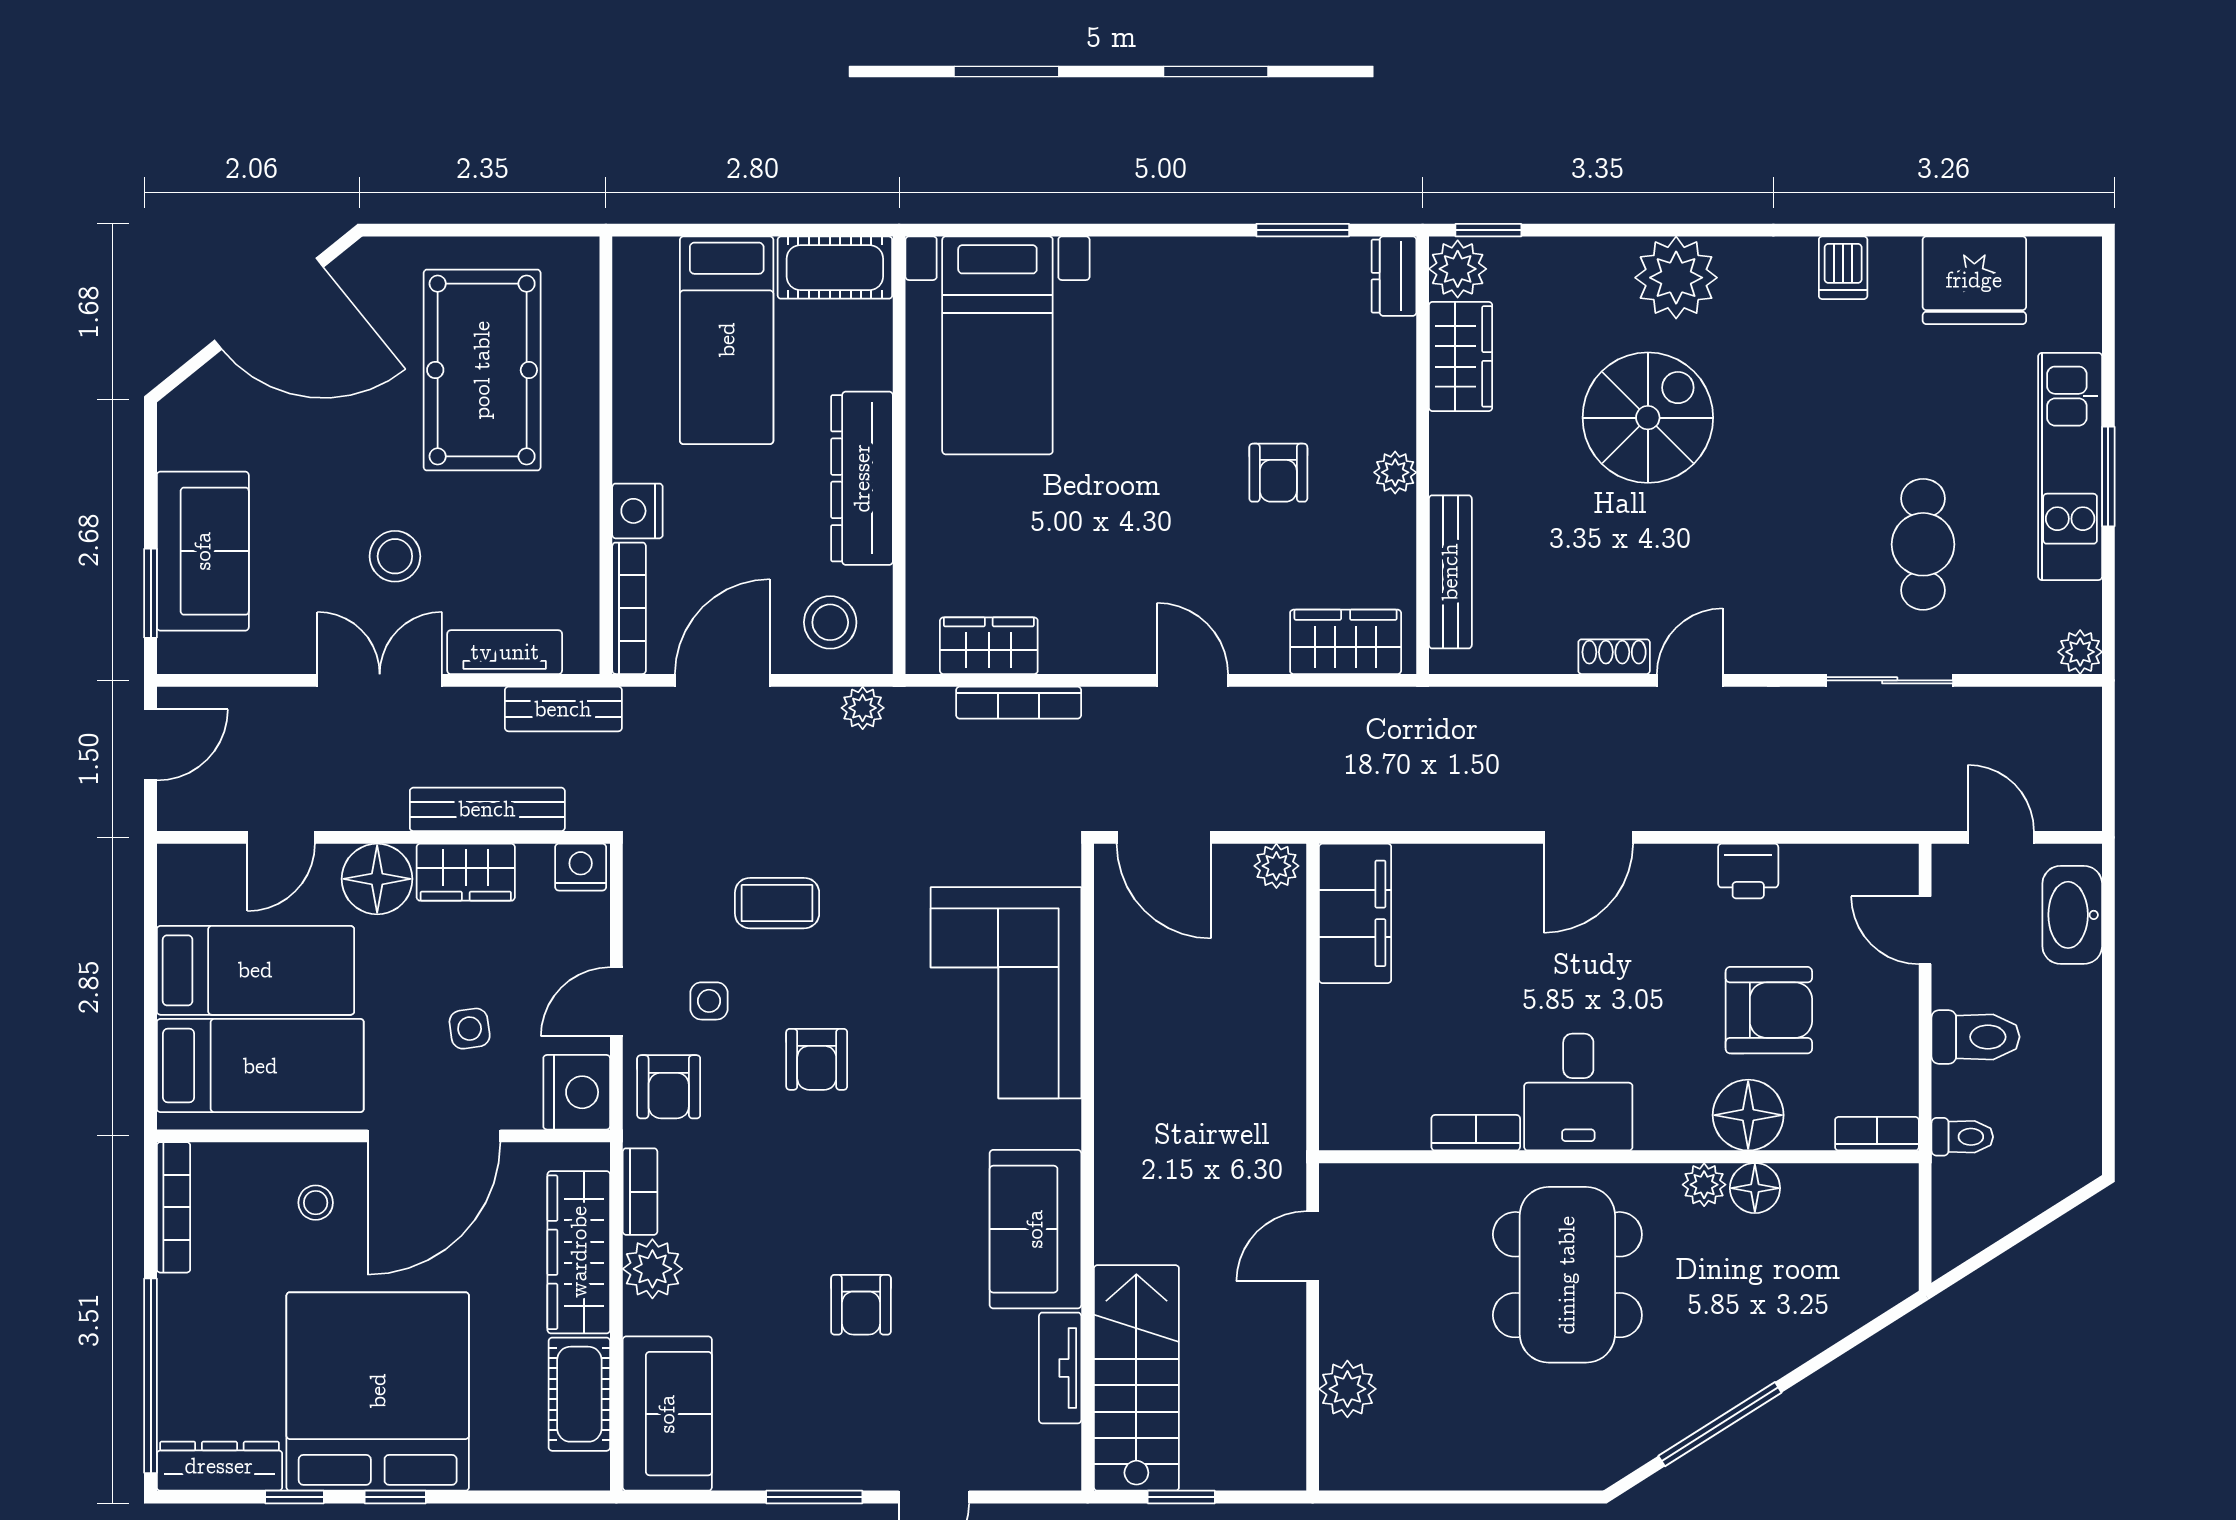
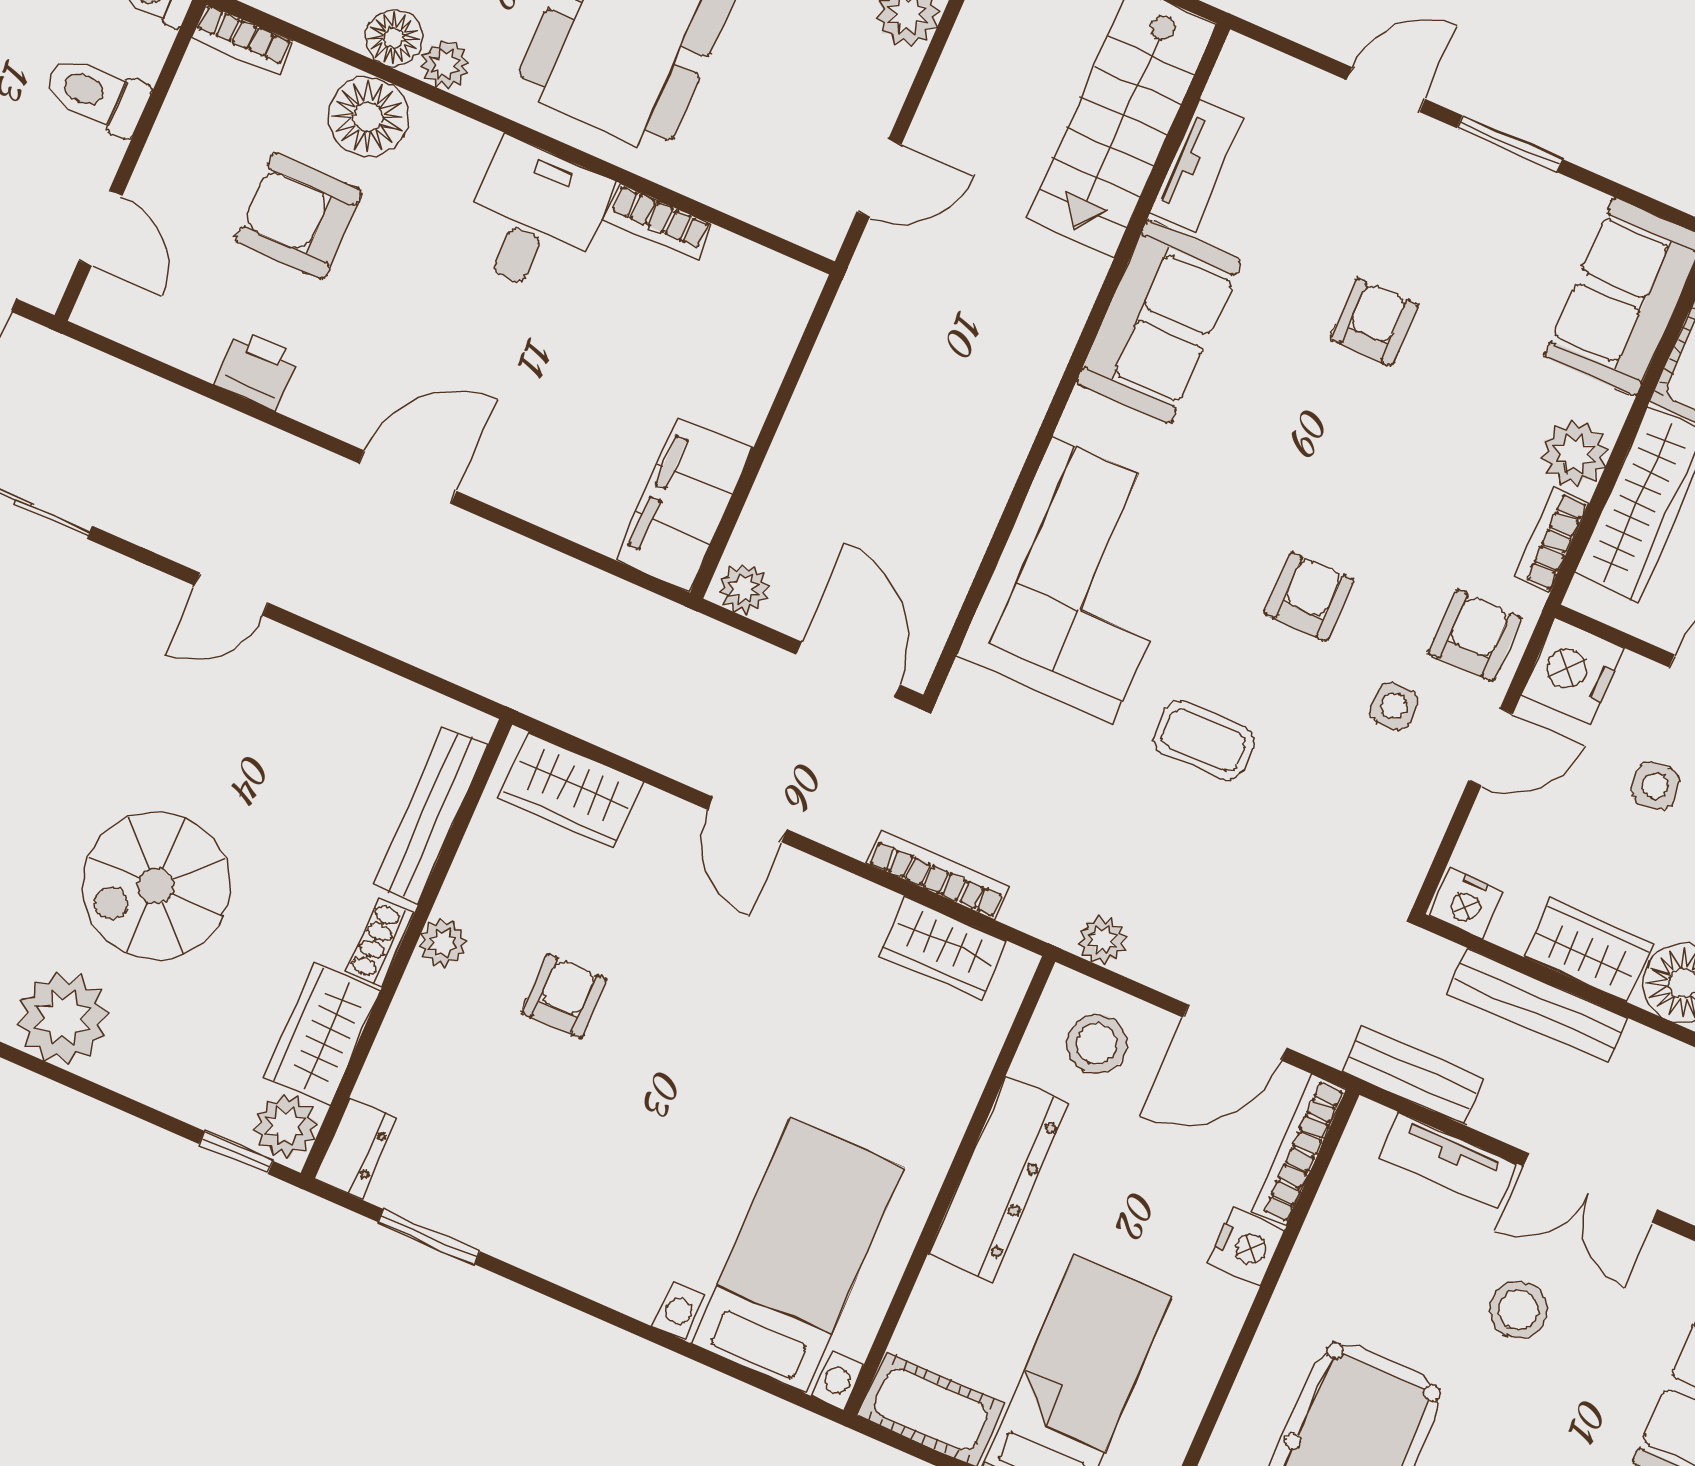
shoe rack: (1614, 657) -> (380, 942), moved, turned 90
coffee table: (777, 903) -> (1204, 740), moved

